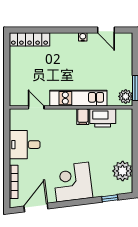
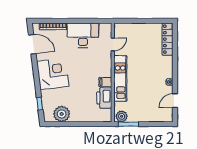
desk: (25, 145) -> (83, 35), width x1.37

